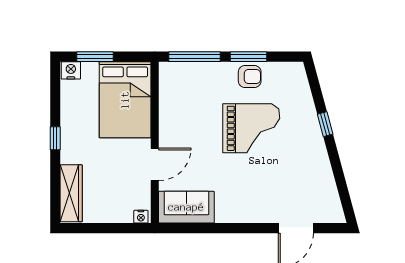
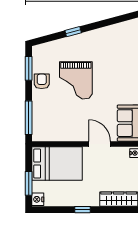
window: (248, 57) -> (29, 68), moved
grand piano: (251, 128) -> (76, 80), turned 180

